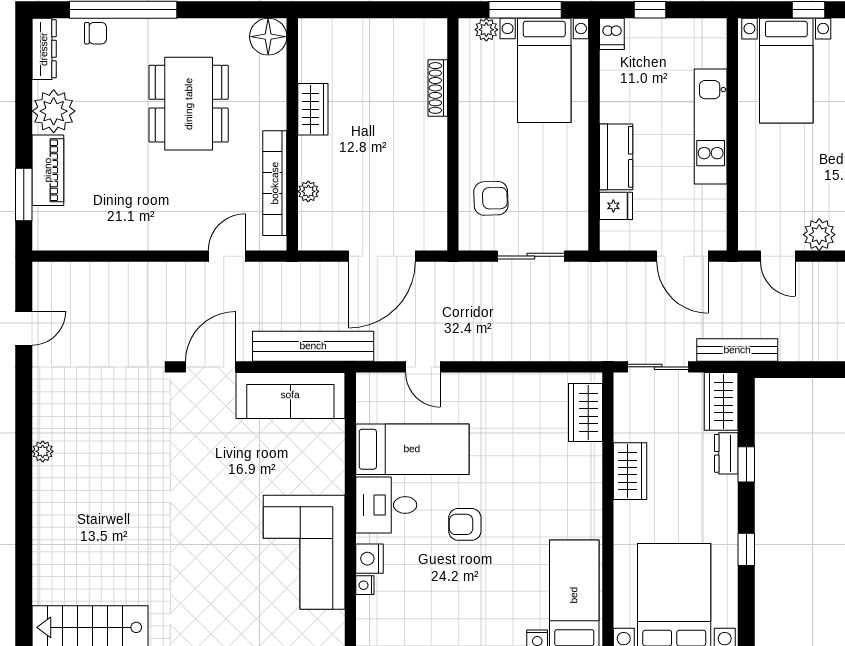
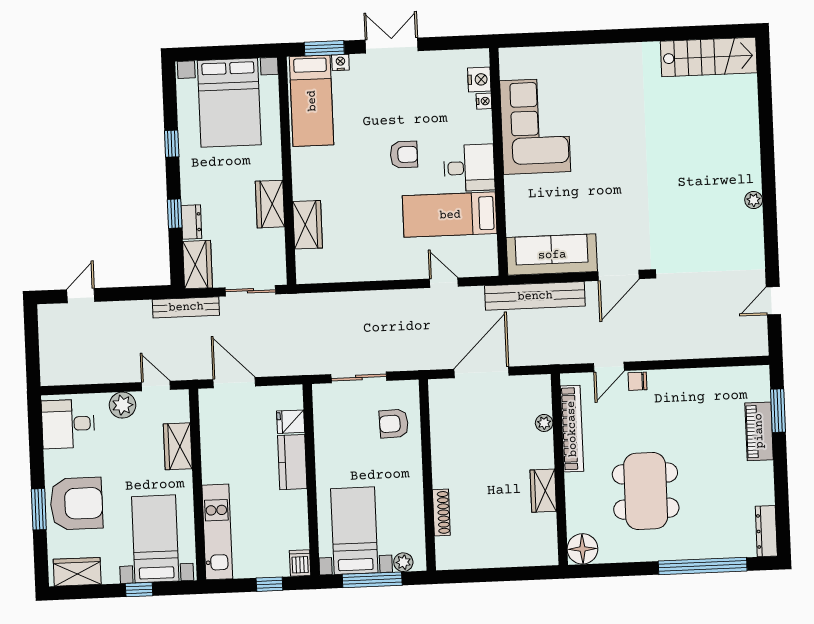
chair: (96, 33) -> (637, 381), moved
plant: (54, 111) -> (756, 480), removed
kitchen unit: (711, 127) -> (217, 532), moved
wardrobe: (754, 182) -> (178, 446), added
wardrobe: (585, 412) -> (308, 225), moved
nightstand: (370, 559) -> (479, 79), moved

